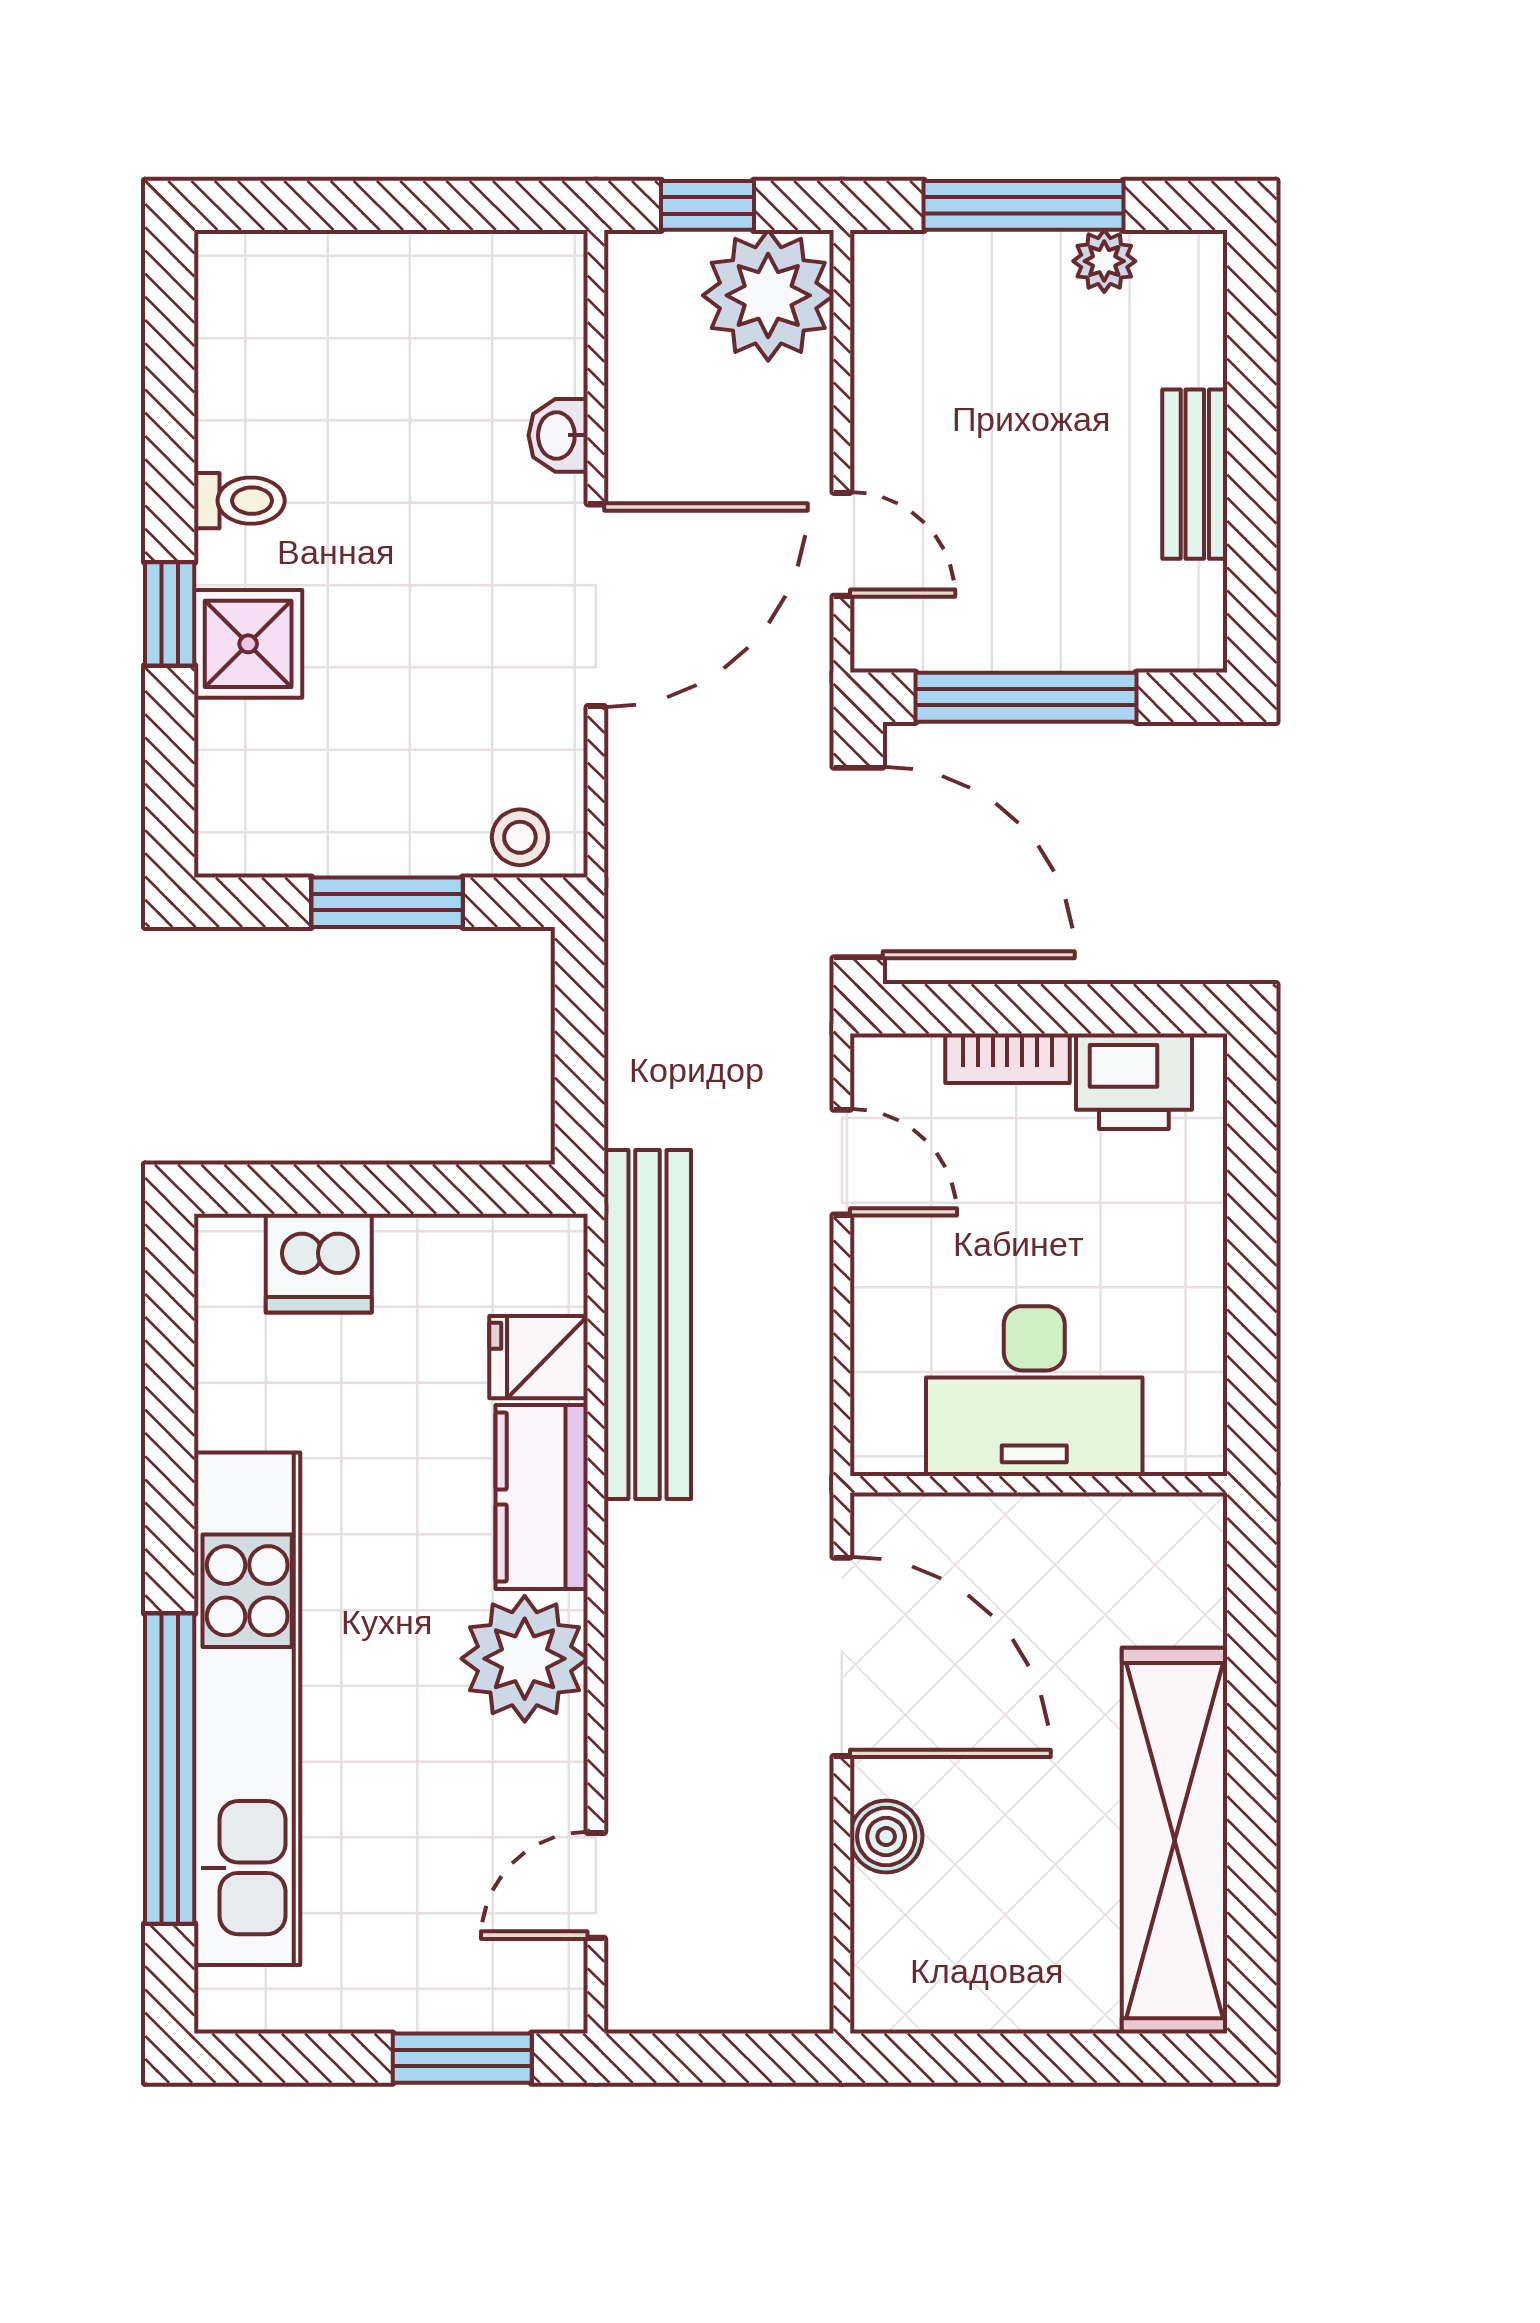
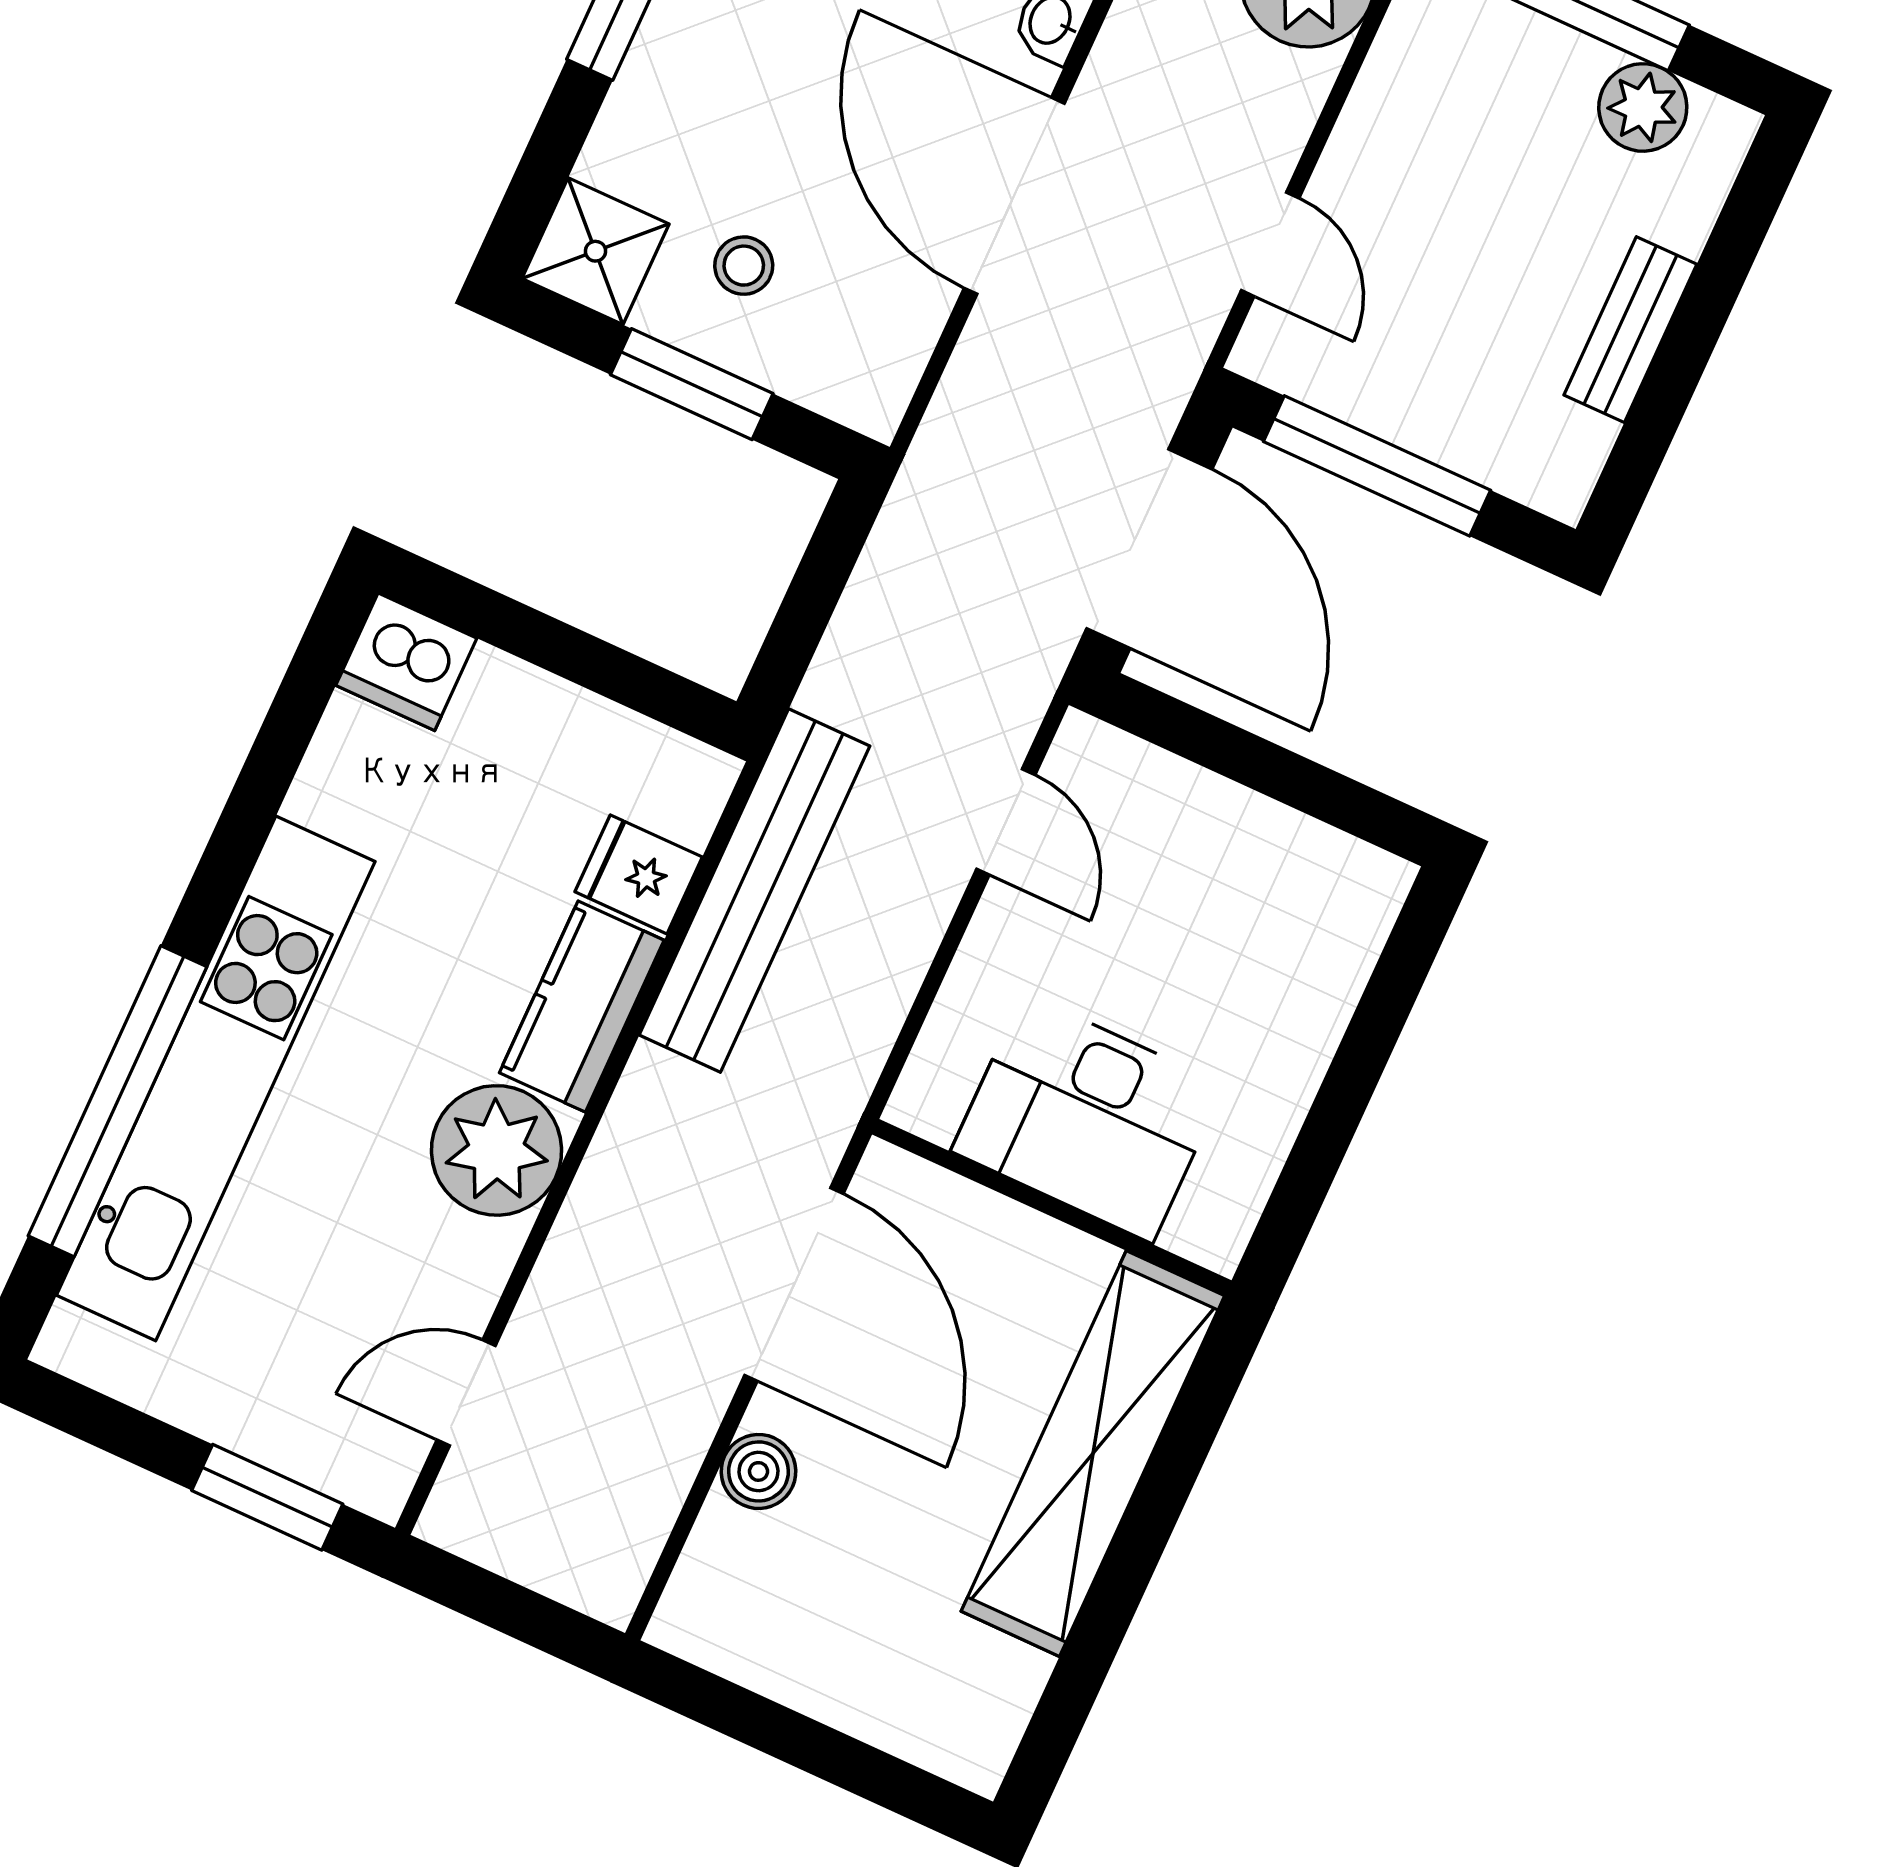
plant: (1104, 261) -> (1643, 107), width x1.38, depth x1.38
door: (596, 605) -> (1014, 196), swing flipped
shower: (248, 644) -> (596, 251), moved
stool: (520, 837) -> (744, 266), moved
bookcase: (1007, 1058) -> (1205, 796), removed
printer: (1134, 1081) -> (1314, 871), removed
dishwasher: (319, 1263) -> (406, 662), moved
shelving: (1175, 1841) -> (1093, 1454), moved

